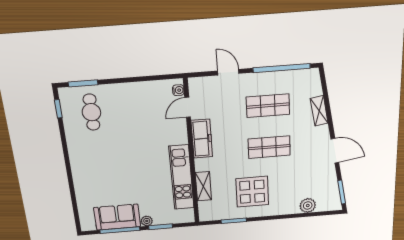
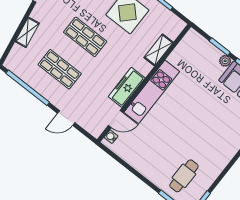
door: (228, 72) -> (66, 118), hinge flipped
kitchen unit: (182, 177) -> (152, 92), moved

